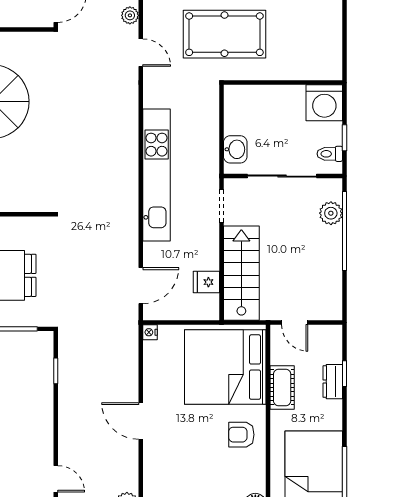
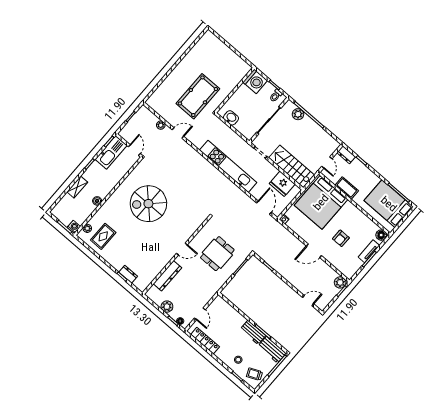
washbasin: (235, 149) -> (231, 118), moved
fridge: (206, 282) -> (282, 184), width x1.88, depth x1.34
door: (295, 323) -> (327, 163), hinge flipped
dresser: (333, 382) -> (346, 155), moved
armchair: (241, 435) -> (341, 238), moved

